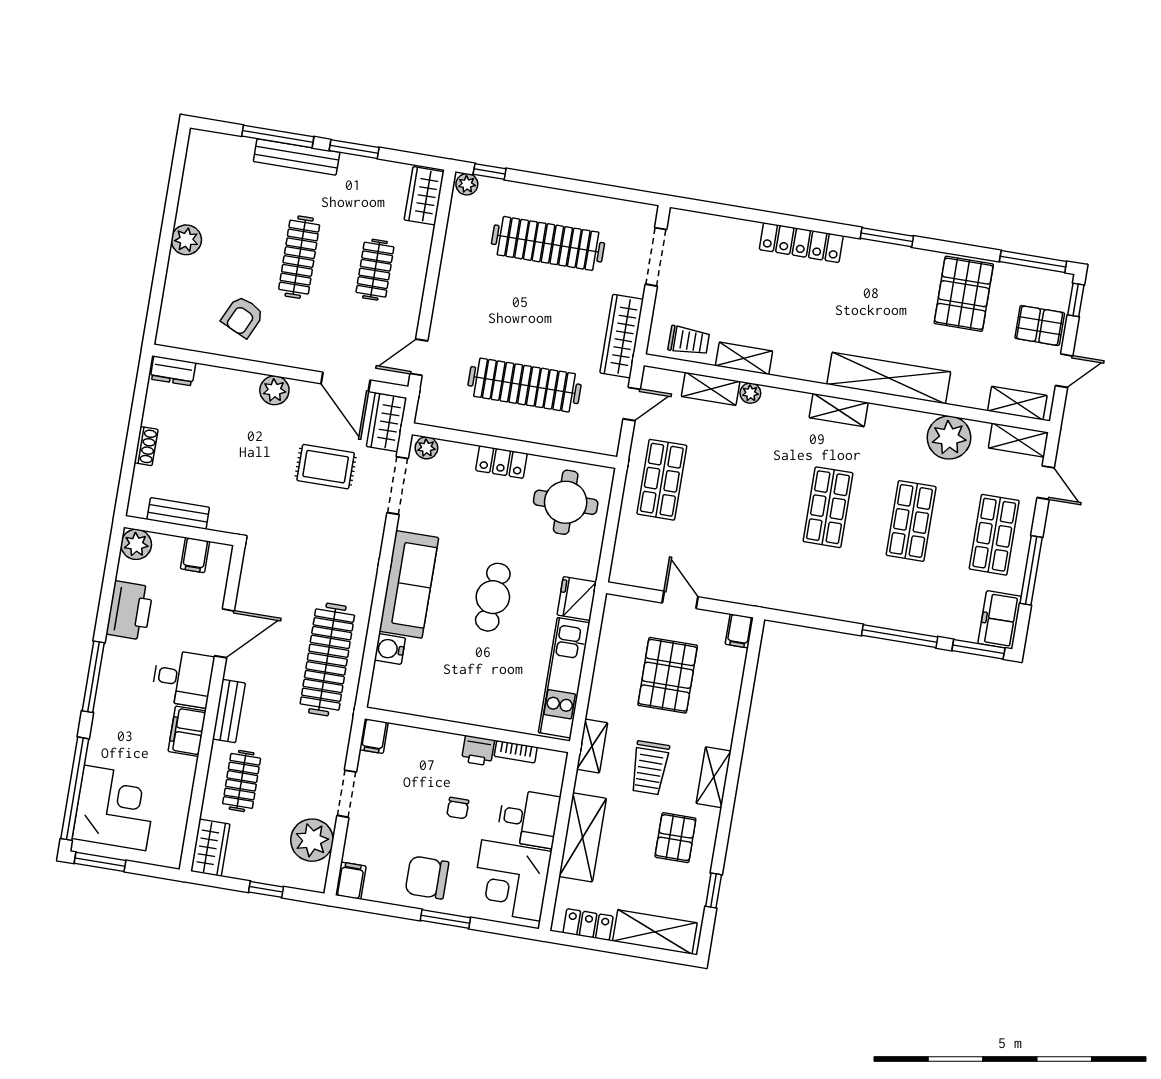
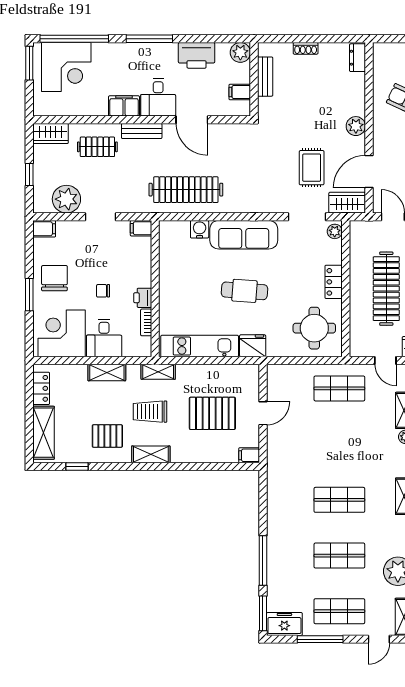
shelving: (583, 837) -> (107, 373), width x0.67, depth x0.75

